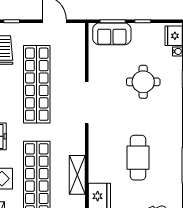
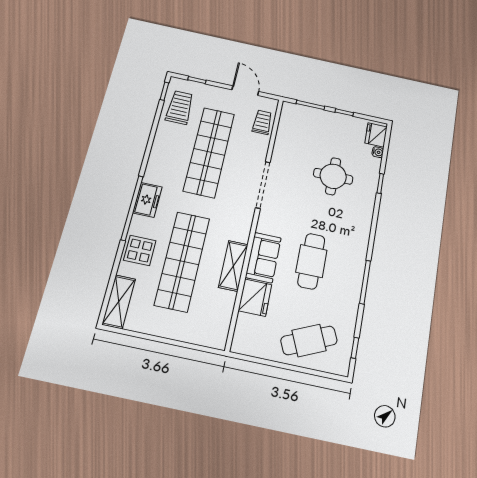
sofa: (112, 34) -> (263, 258), moved, turned -90
trolley: (75, 47) -> (262, 122), added

